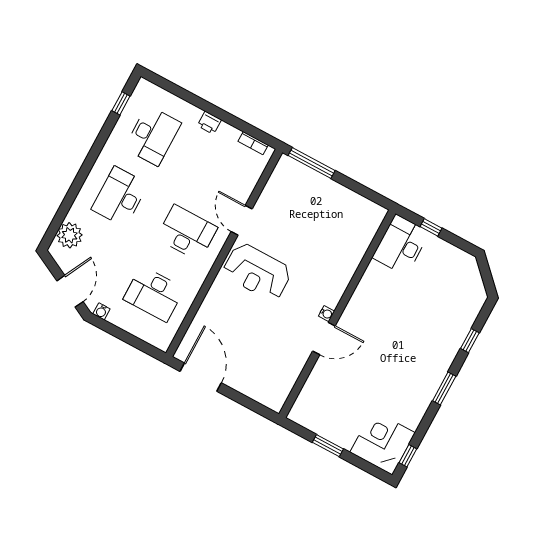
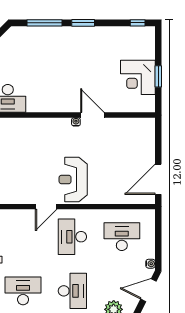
desk: (120, 197) -> (72, 291), turned -90
reception desk: (257, 272) -> (73, 179), turned 180
desk: (154, 294) -> (122, 237), turned -90
window: (470, 341) -> (44, 23), width x2.17
corner desk: (382, 442) -> (138, 77), moved

